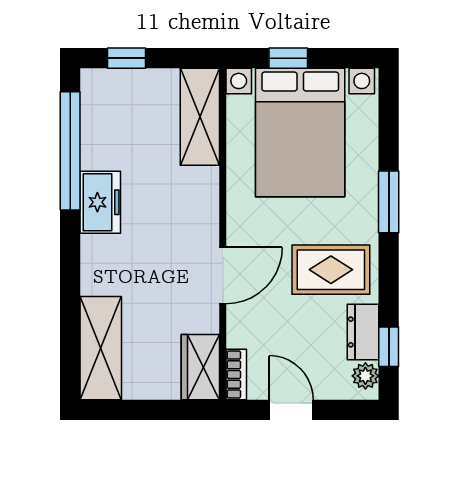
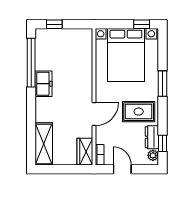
window: (288, 58) -> (142, 24), moved
shelving: (200, 117) -> (85, 49), removed

